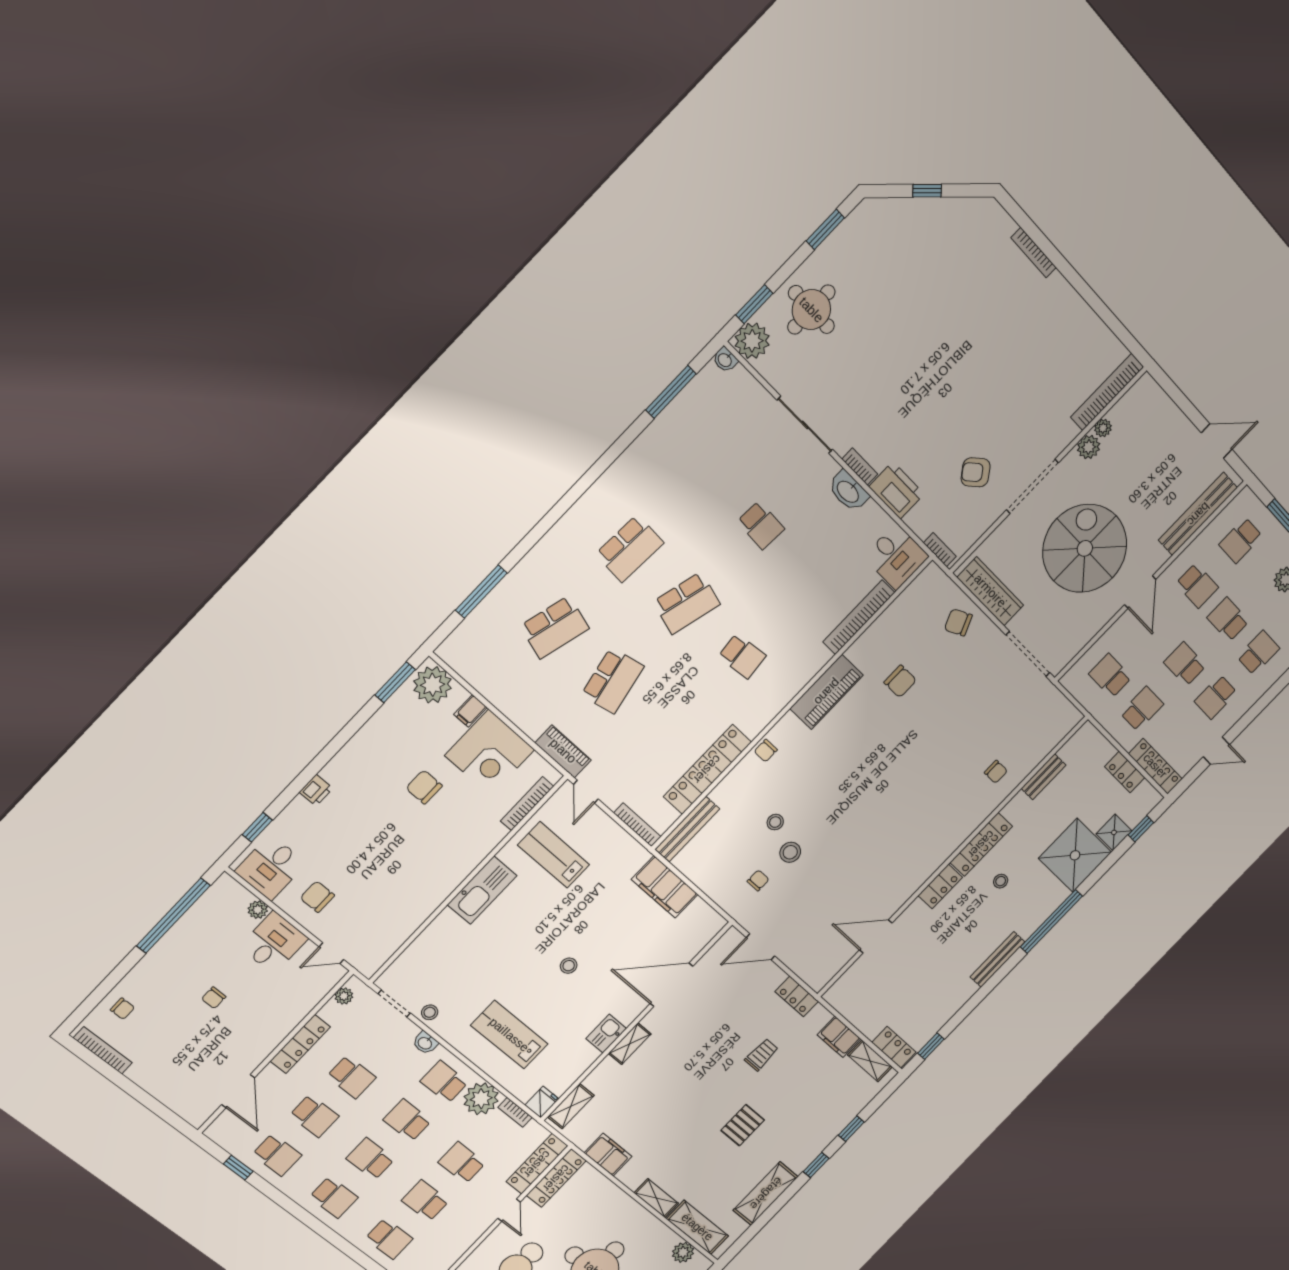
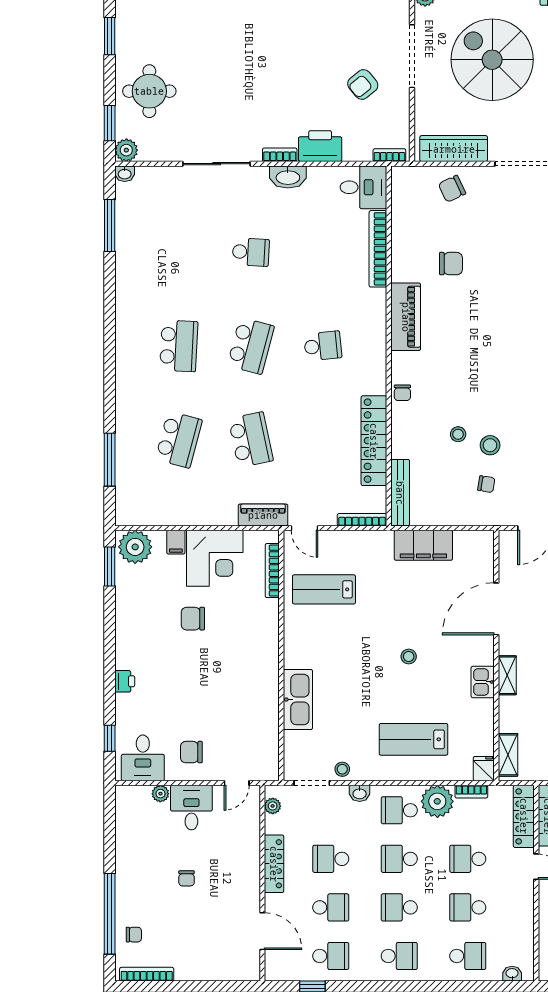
plant: (752, 341) -> (126, 150), width x0.73, depth x0.73
chair: (758, 880) -> (486, 484), turned 99
kitchen sink: (482, 890) -> (298, 700), moved
window: (173, 916) -> (110, 914), moved
school desk: (351, 1077) -> (331, 859), turned 180

